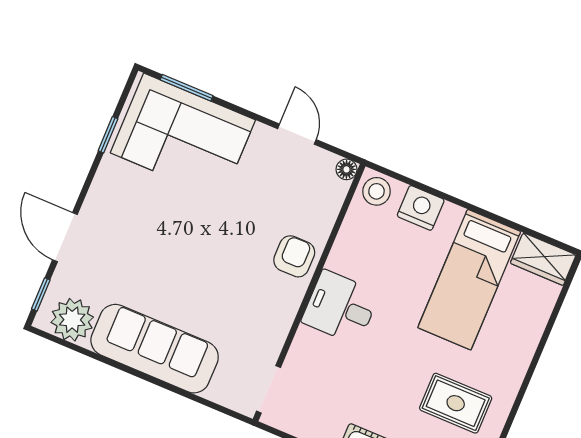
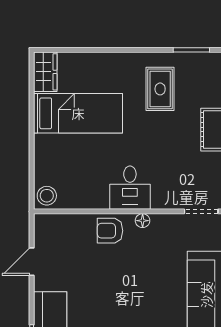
floor lamp: (347, 169) -> (143, 221), moved
nightstand: (421, 208) -> (45, 163), removed

